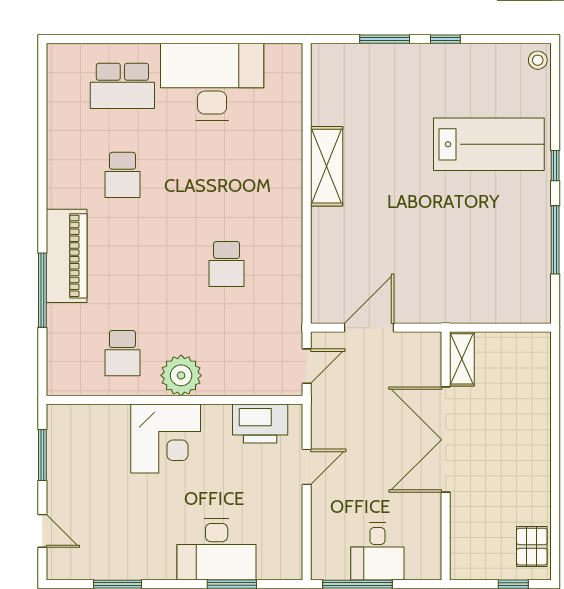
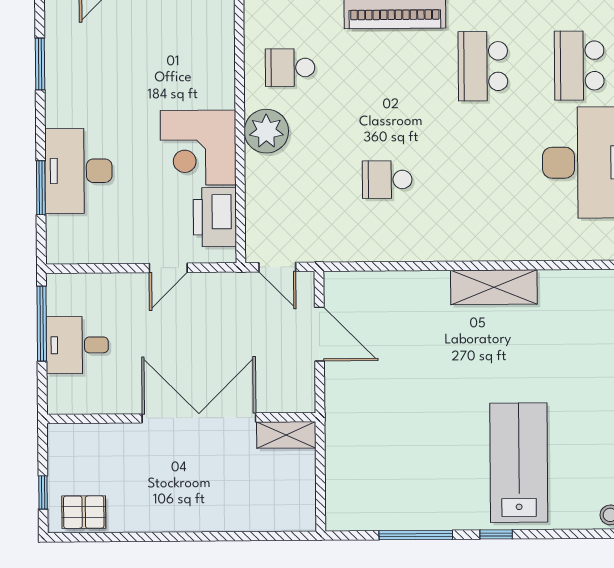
lab bench: (489, 144) -> (519, 463), turned 180
school desk: (122, 175) -> (483, 66), width x1.85
corner desk: (166, 438) -> (198, 148), moved
door: (307, 467) -> (168, 268), hinge flipped

